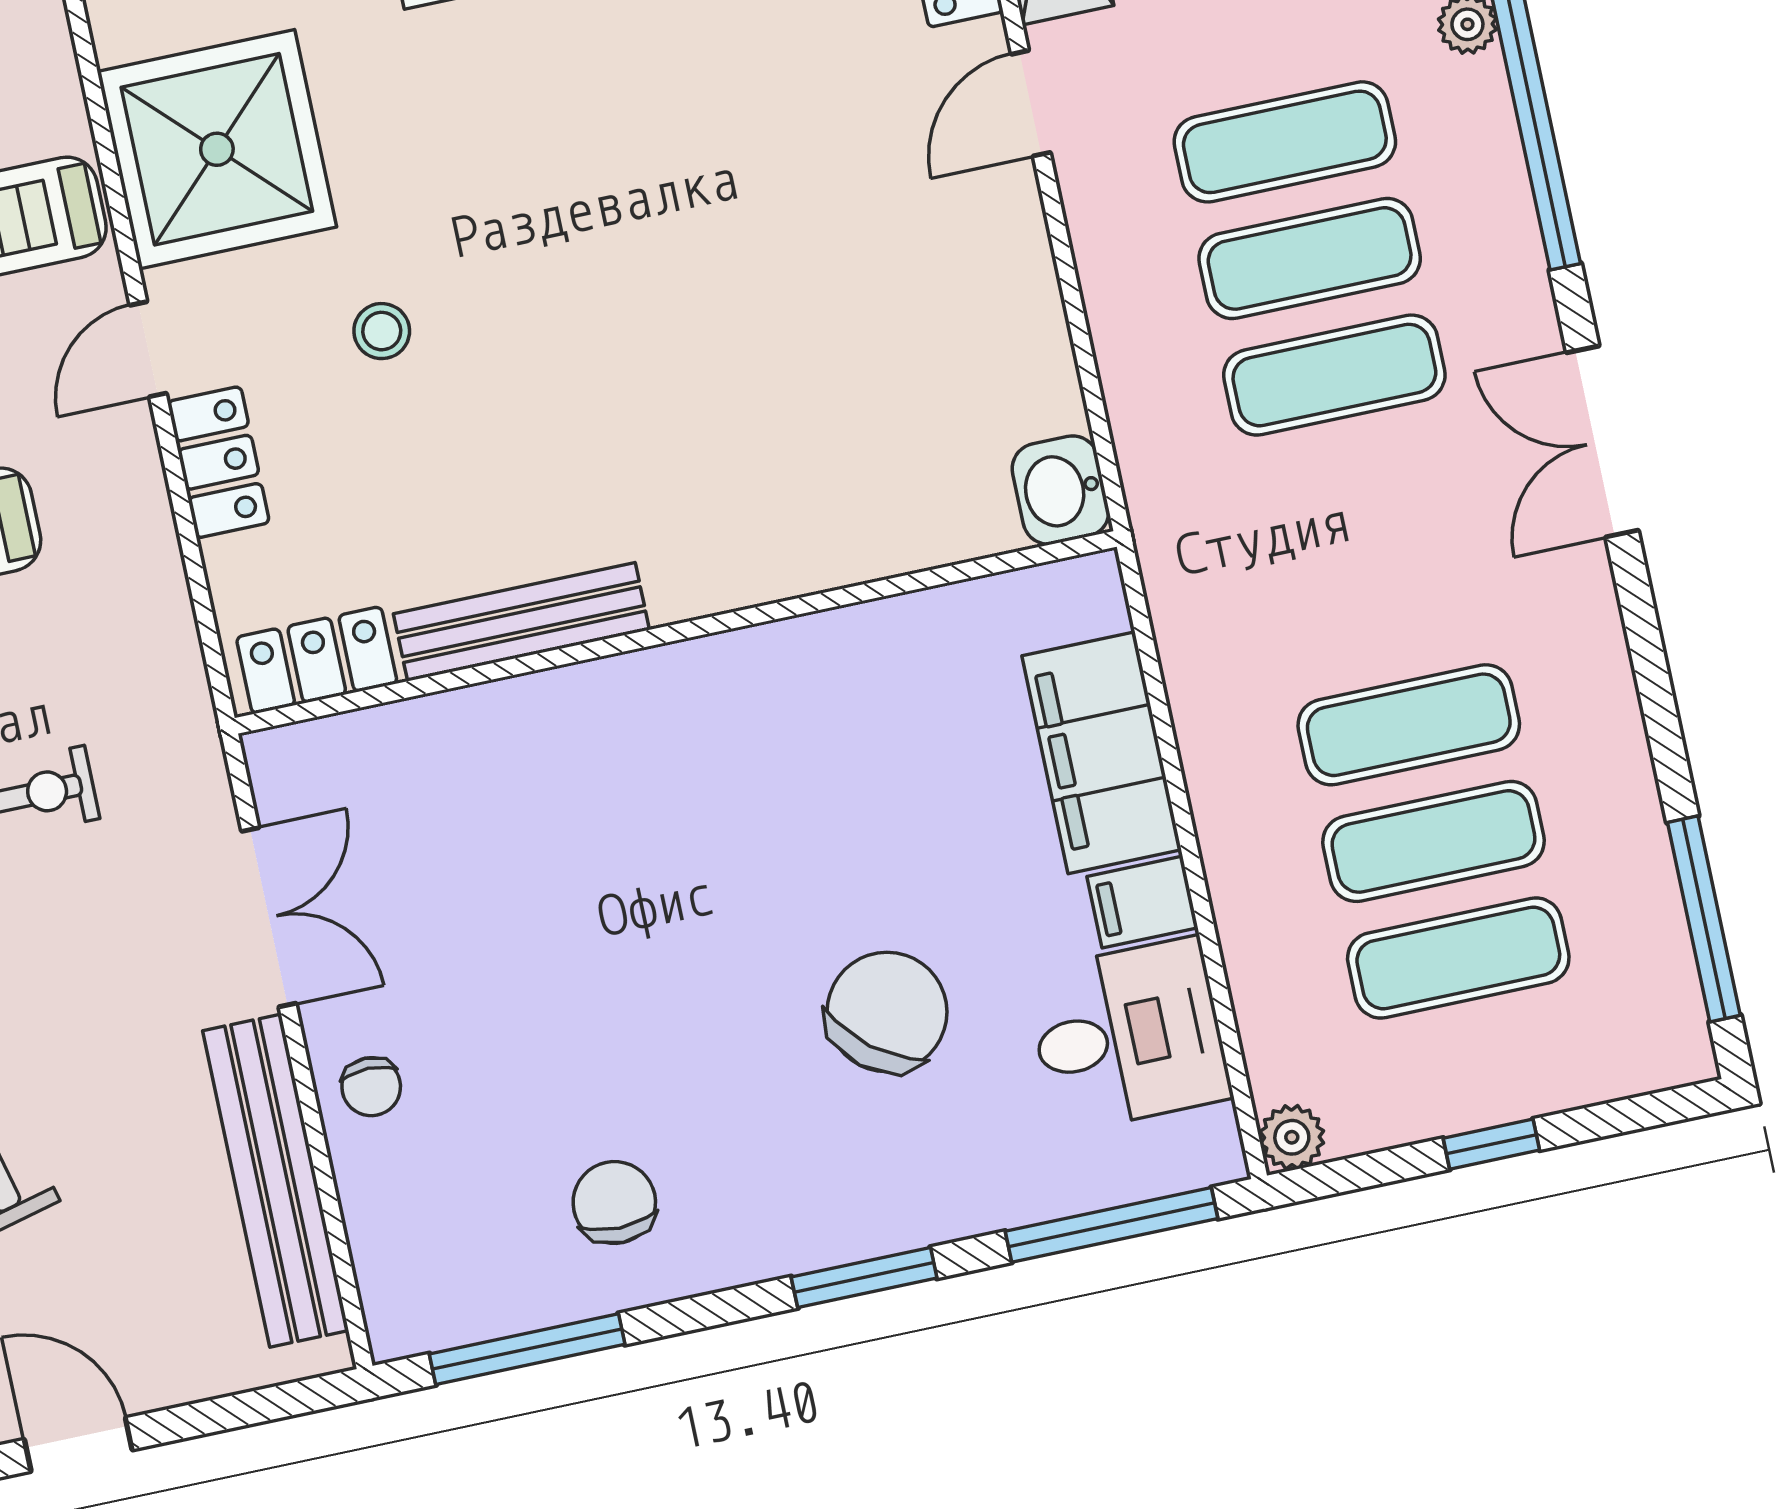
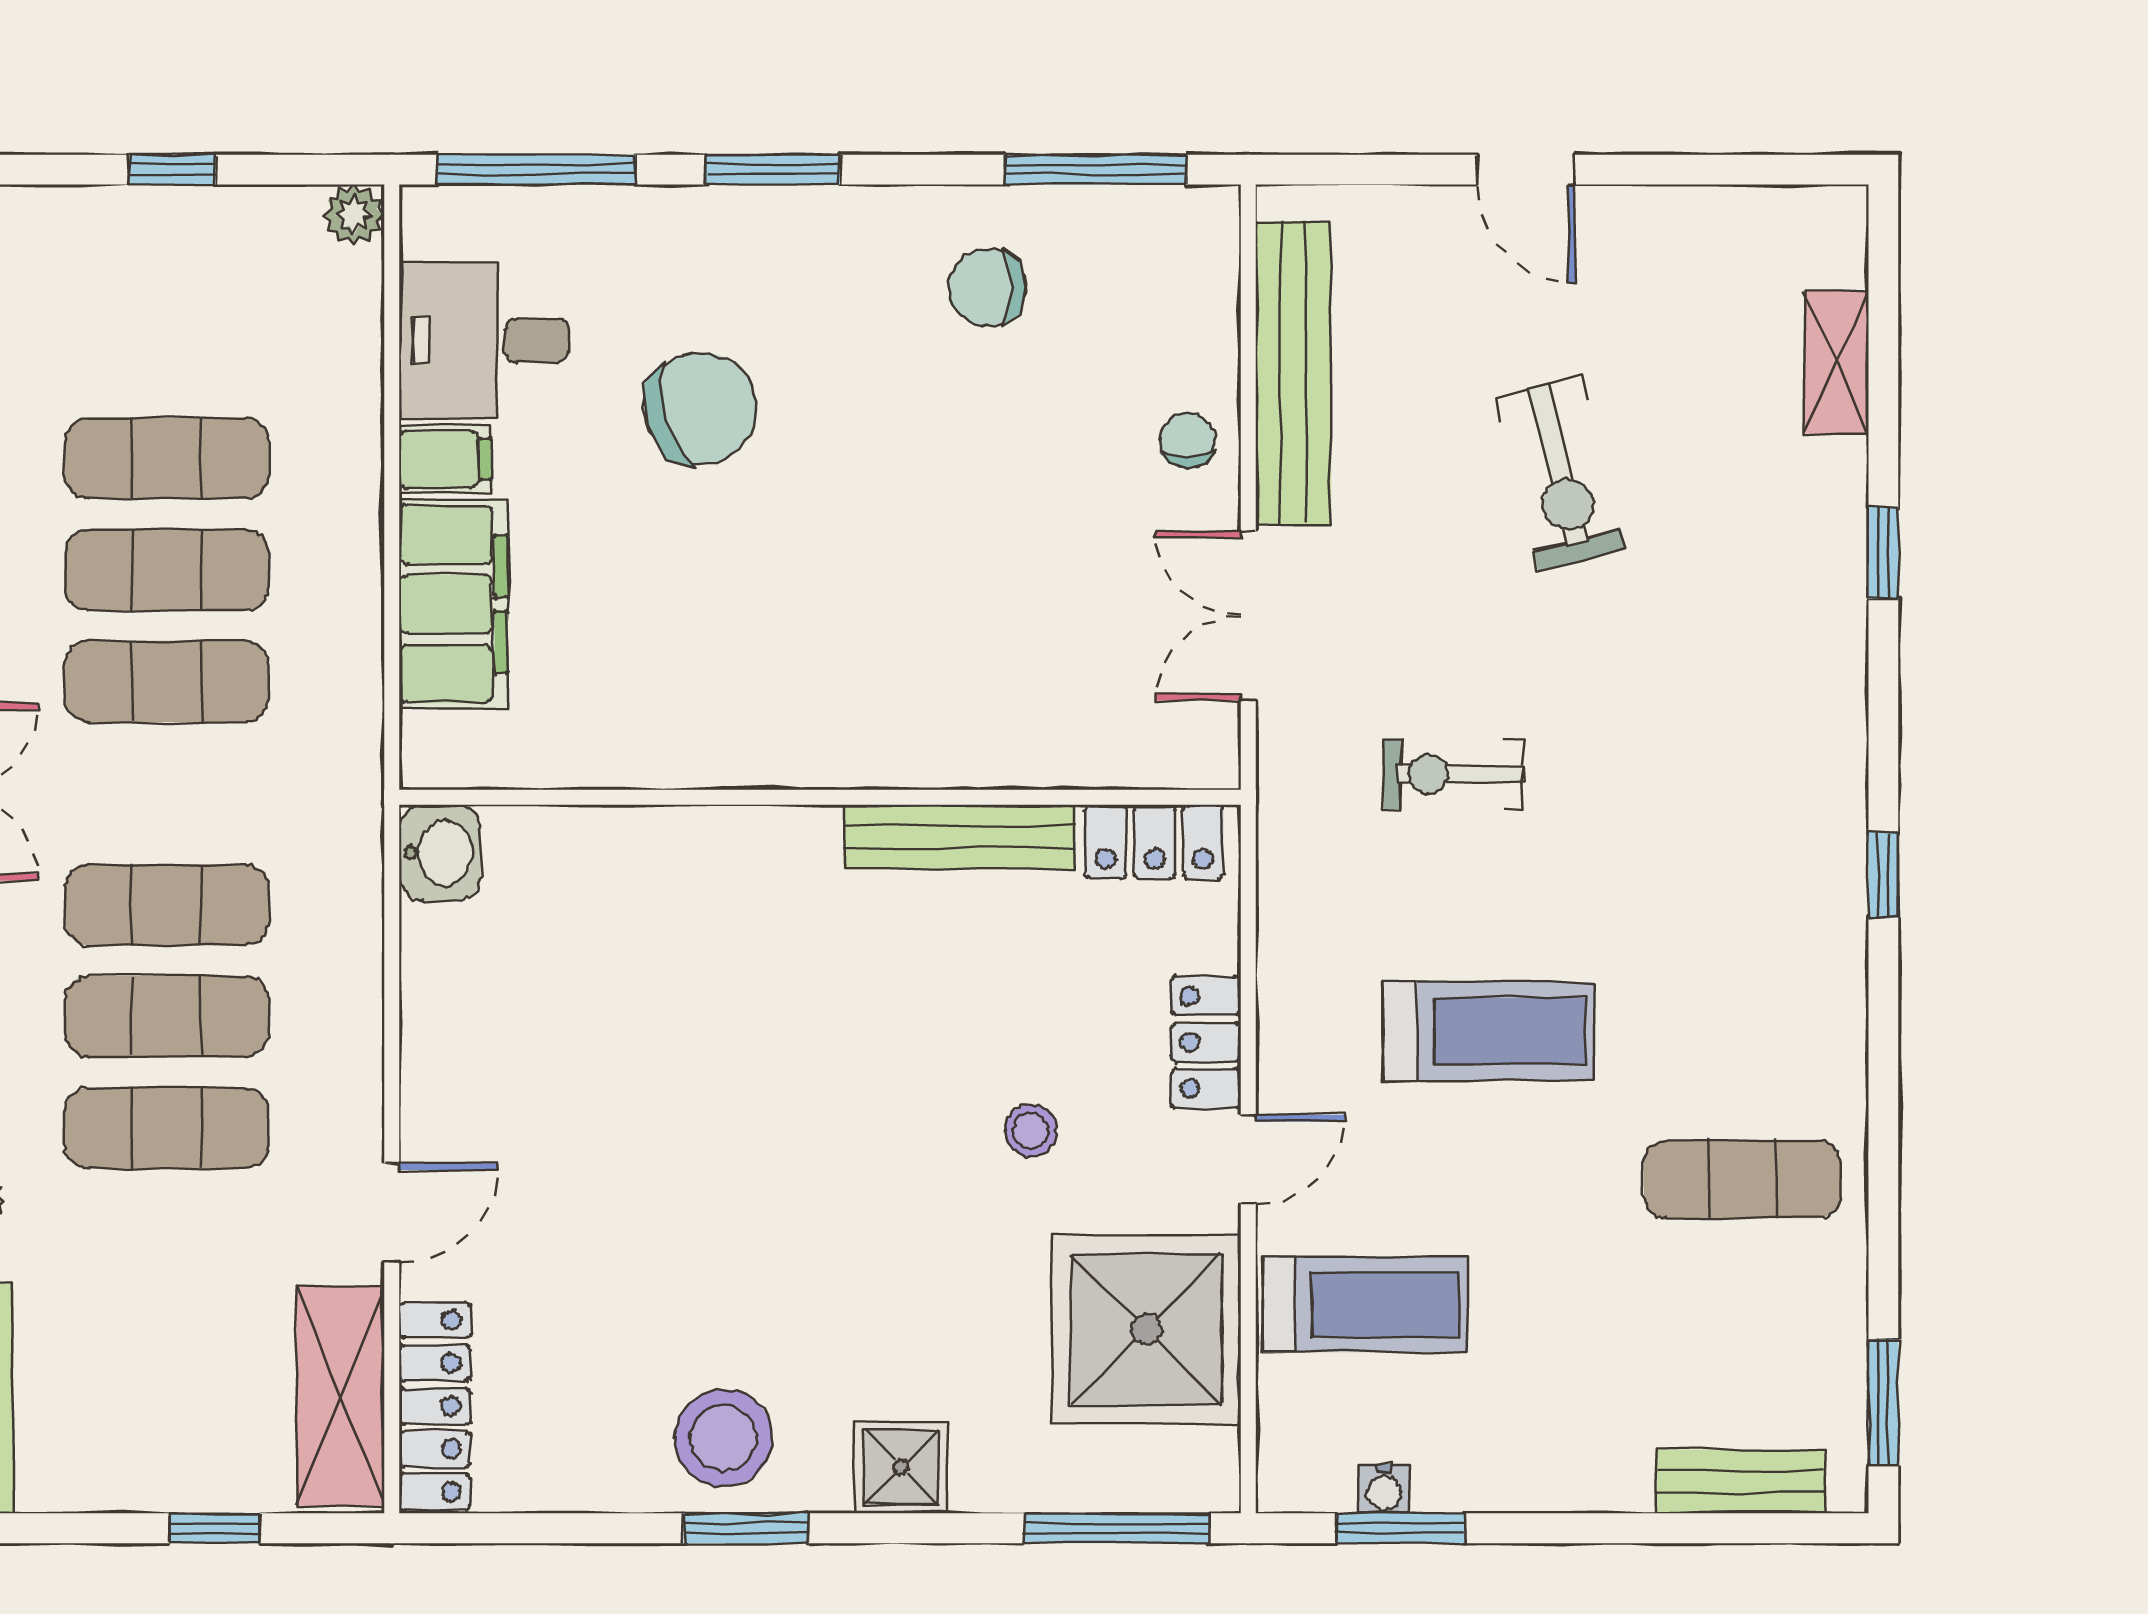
exercise mat: (1458, 958) -> (167, 682), moved
chair: (887, 1012) -> (701, 408), turned -146
chair: (614, 1202) -> (987, 287), turned 90

